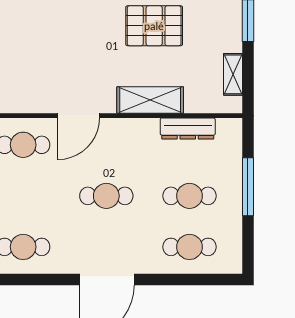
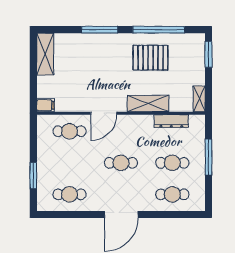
shelving: (233, 74) -> (199, 99), moved

